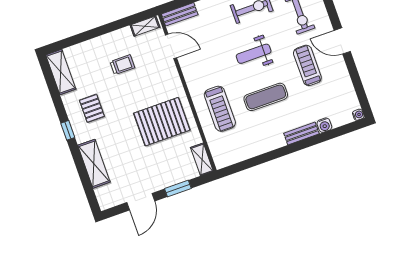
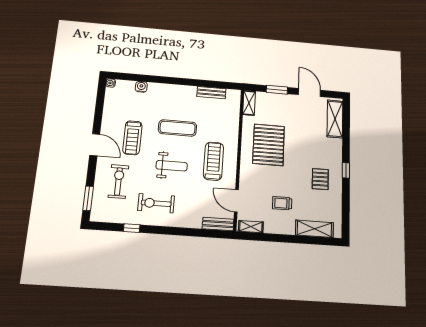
shelving: (61, 72) -> (314, 229), moved, turned 90
treadmill: (220, 109) -> (214, 161), moved
pallet: (162, 122) -> (269, 145), turned 90
bench: (301, 133) -> (211, 93), moved
shelving: (94, 164) -> (335, 119), moved
door: (141, 202) -> (309, 92), hinge flipped

